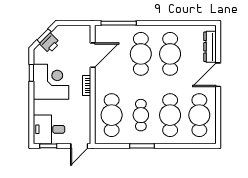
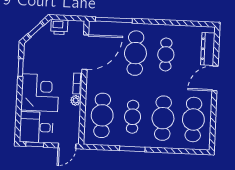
printer: (50, 43) -> (59, 27), moved, turned 45
cafe table: (170, 54) -> (166, 54), width x0.73, depth x0.74
door: (93, 55) -> (85, 52), width x1.36
corner desk: (51, 82) -> (40, 93), moved
plant: (86, 102) -> (76, 100), added

